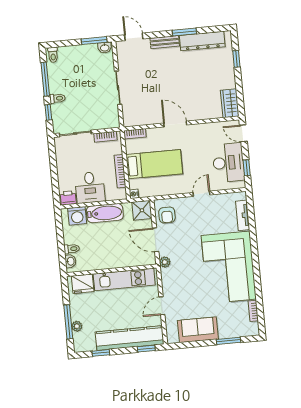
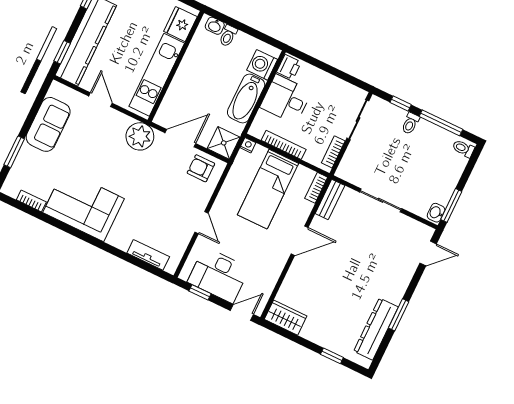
bench: (165, 42) -> (330, 199), moved
plant: (165, 262) -> (140, 136), width x1.88, depth x1.88
corner sofa: (229, 267) -> (84, 206), width x0.73, depth x0.74

